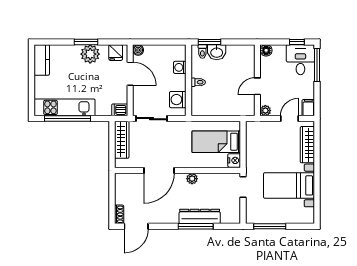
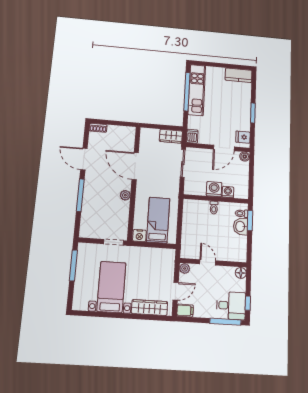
plant: (90, 54) -> (242, 115), removed
washing machine: (178, 100) -> (214, 189), moved
door: (289, 119) -> (176, 291), hinge flipped
wardrobe: (122, 140) -> (171, 136), width x0.67
dresser: (200, 216) -> (89, 200), removed
door: (136, 226) -> (84, 159), moved

